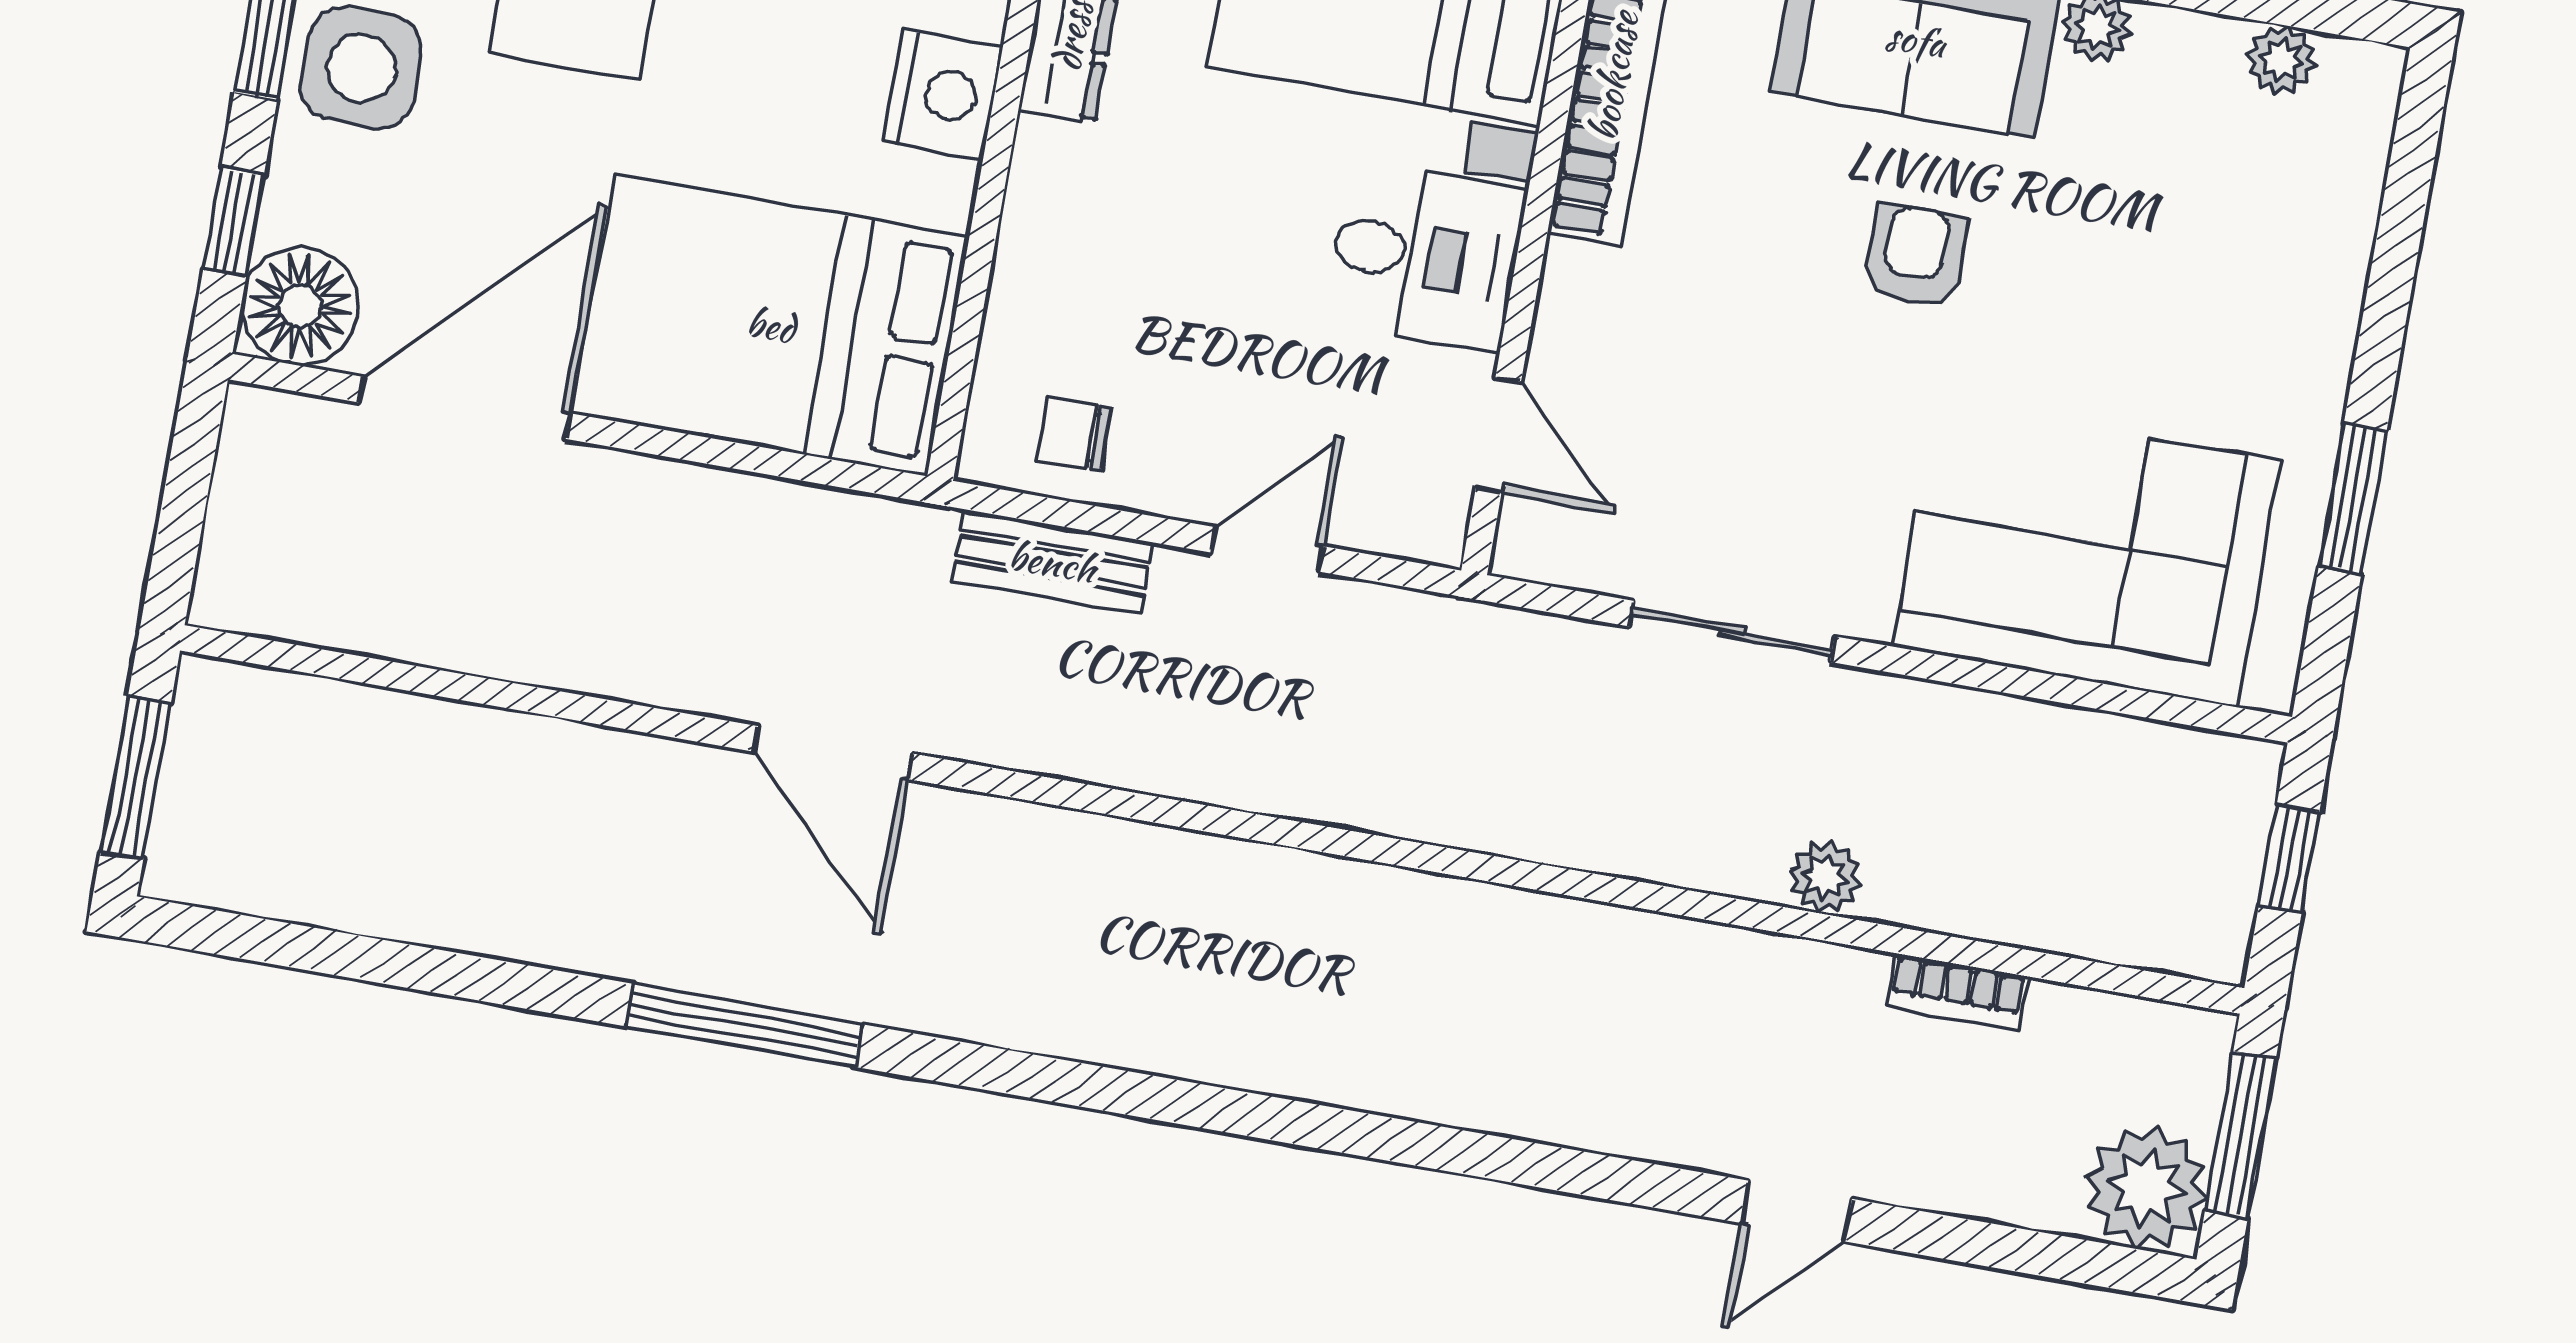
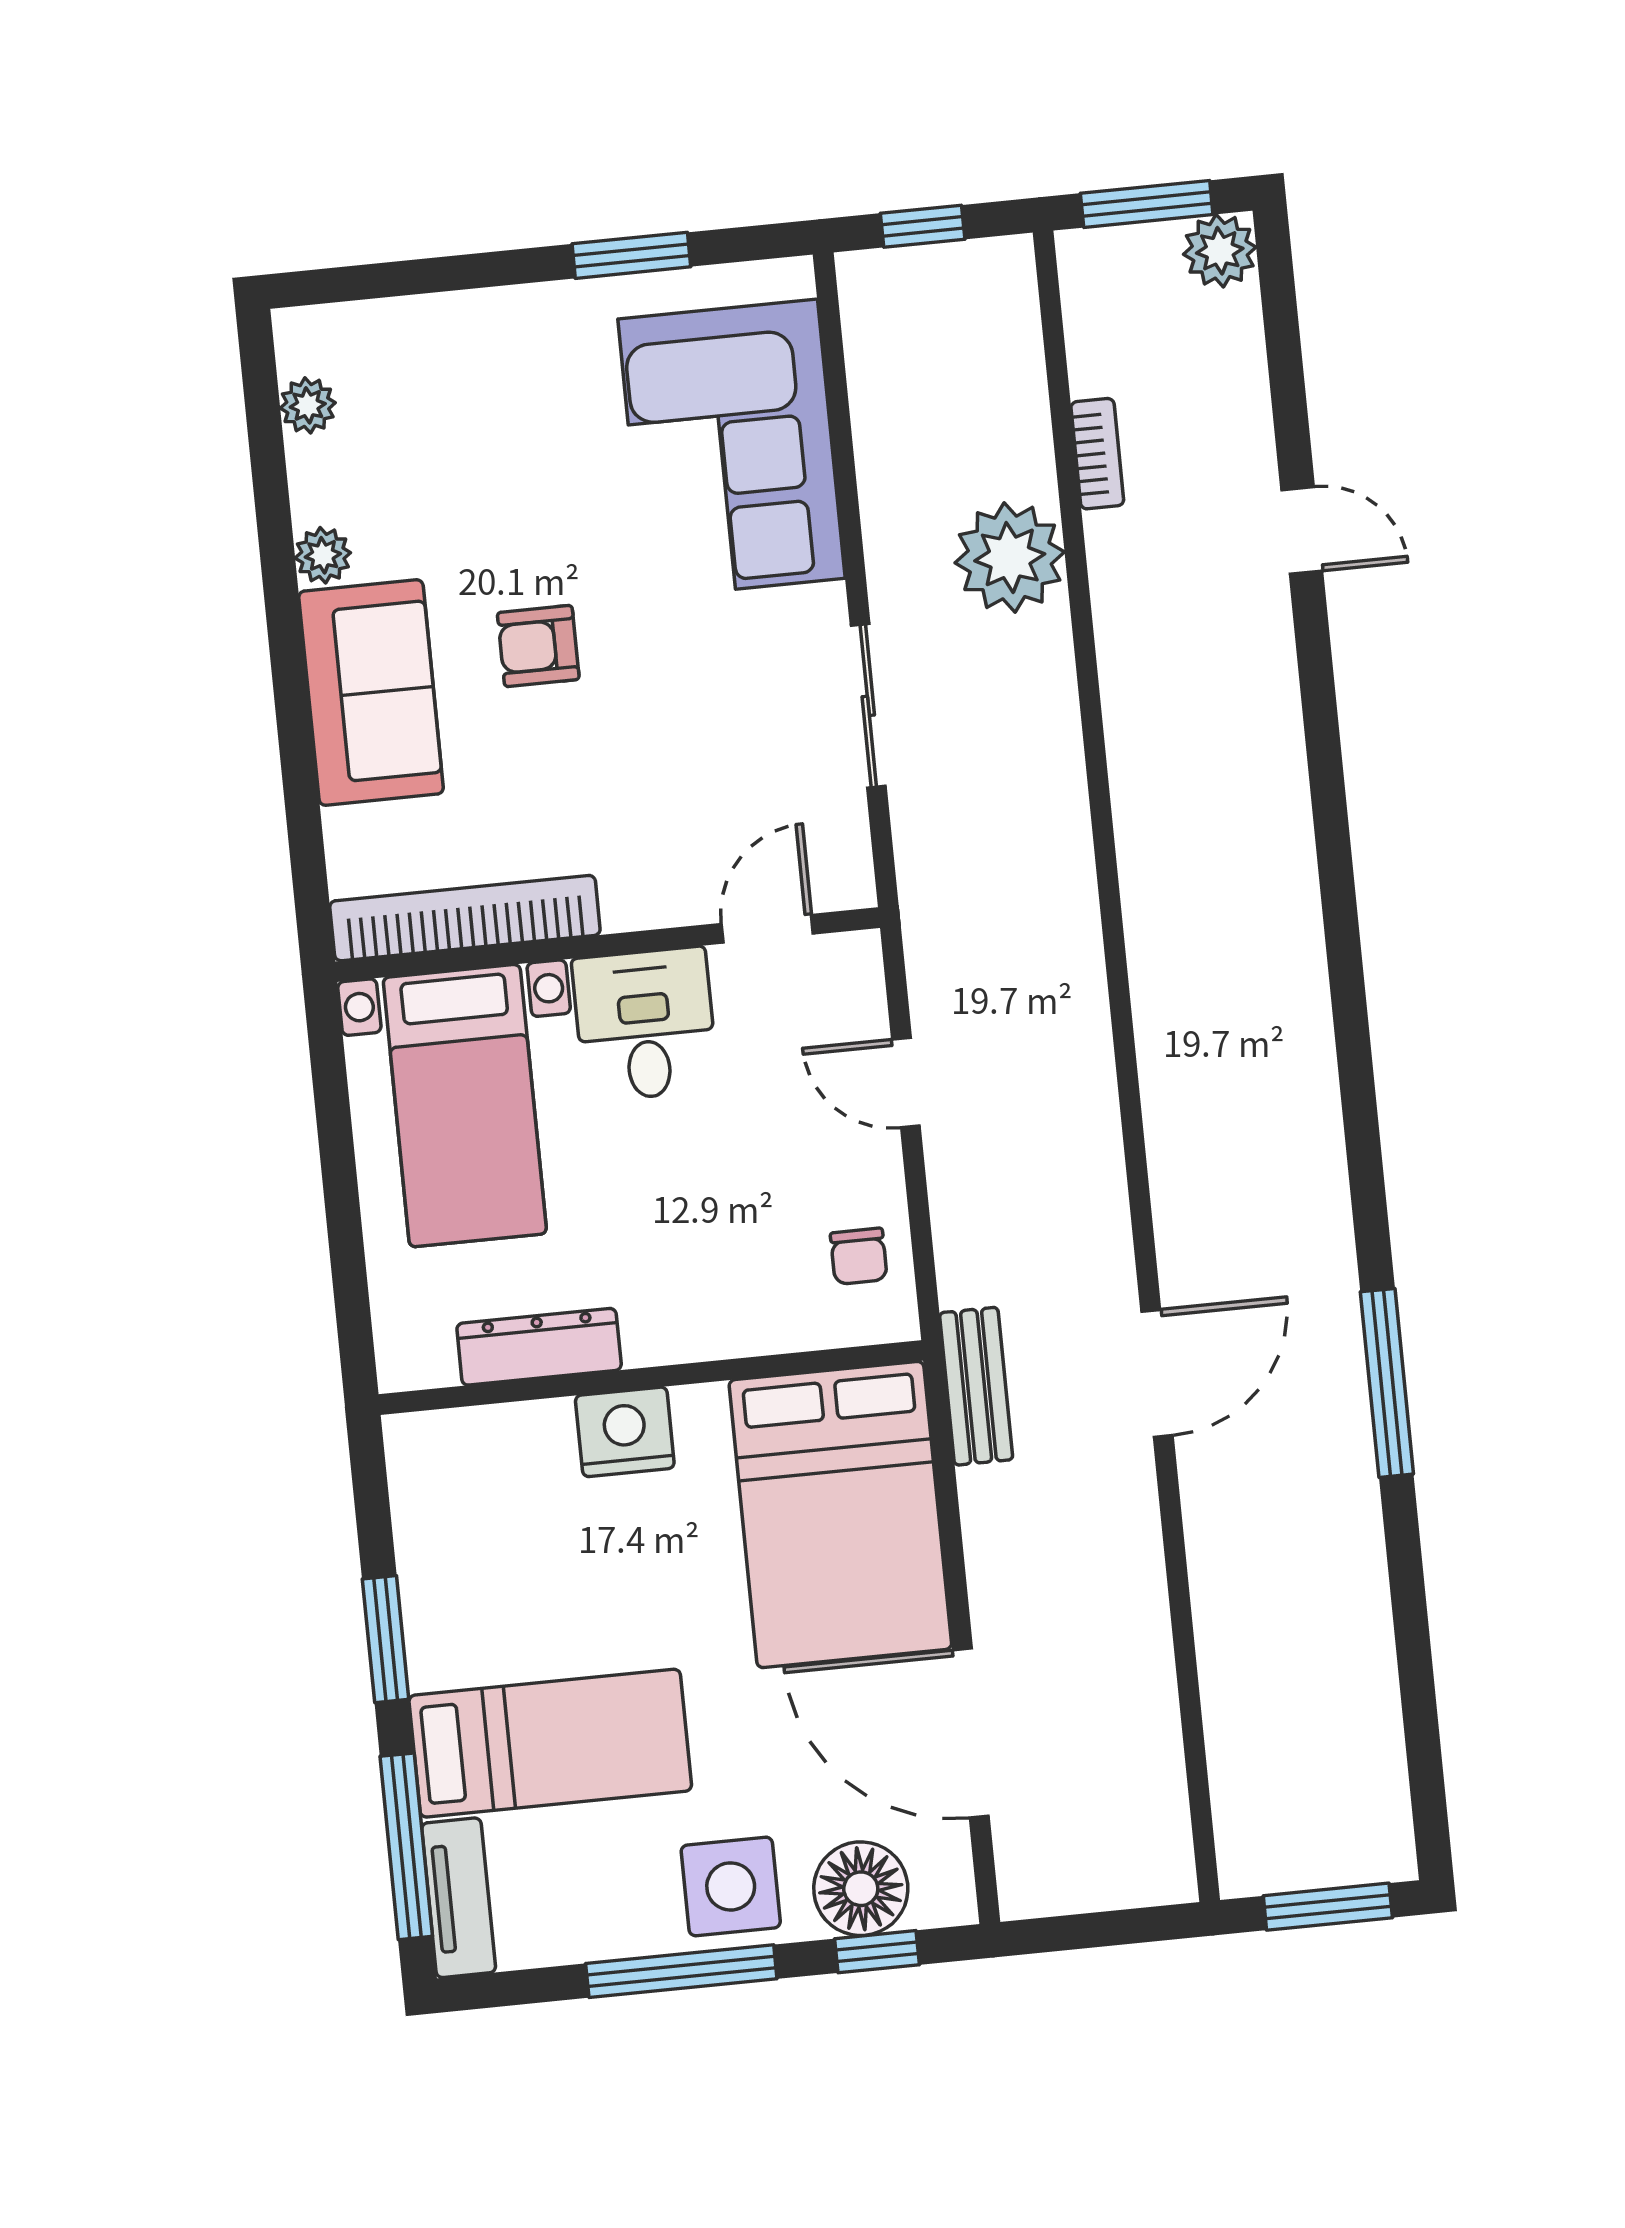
floor lamp: (300, 306) -> (861, 1889), moved
bench: (1052, 562) -> (976, 1386), moved
plant: (1825, 877) -> (1010, 557), width x1.88, depth x1.88
plant: (2146, 1188) -> (1220, 251), width x0.73, depth x0.73

